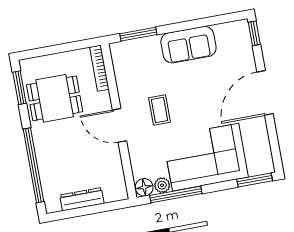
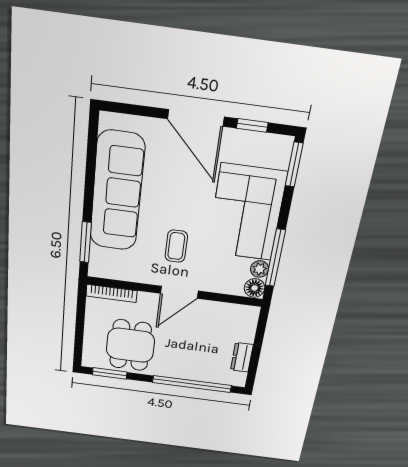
window: (254, 33) -> (252, 125), moved
sofa: (188, 45) -> (117, 192), width x1.85, depth x1.27
coffee table: (159, 110) -> (176, 246), turned 90
dresser: (82, 199) -> (242, 357), width x0.70

